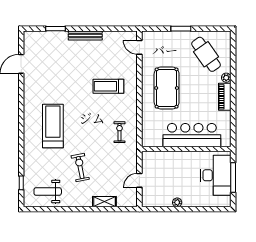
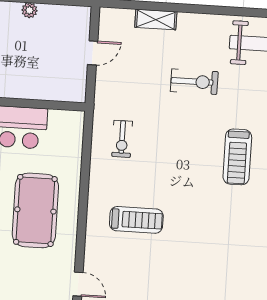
treadmill: (53, 126) -> (237, 157), width x0.73, depth x0.73
exercise bike: (80, 168) -> (194, 82), turned -79

